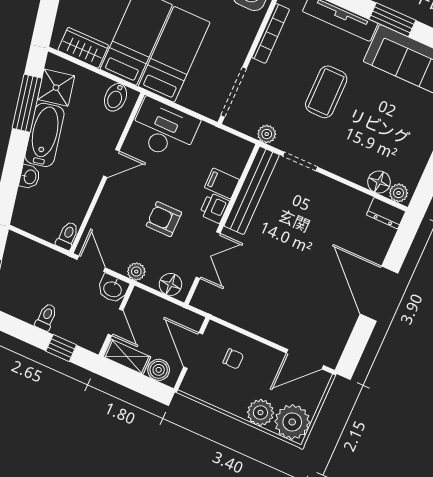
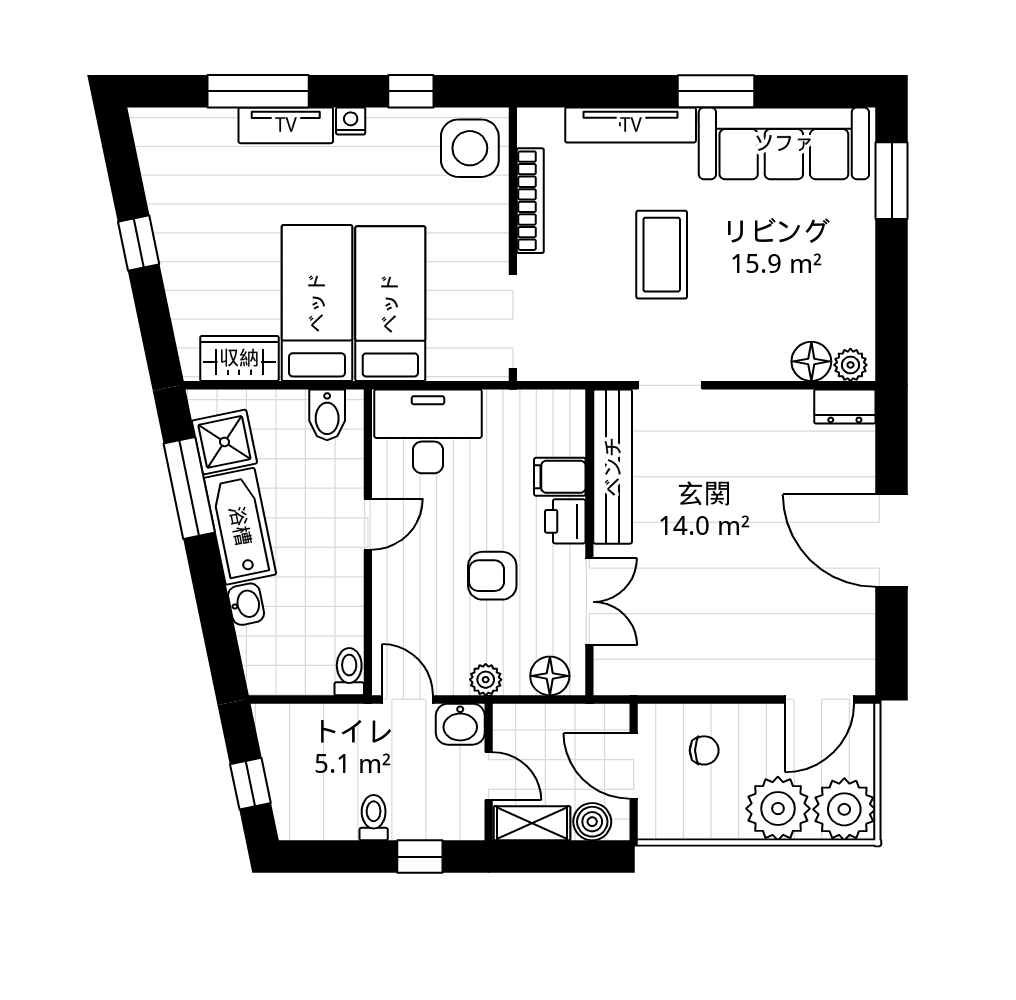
plant: (267, 134) -> (596, 365), removed
plant: (260, 413) -> (778, 809), width x1.36, depth x1.36

